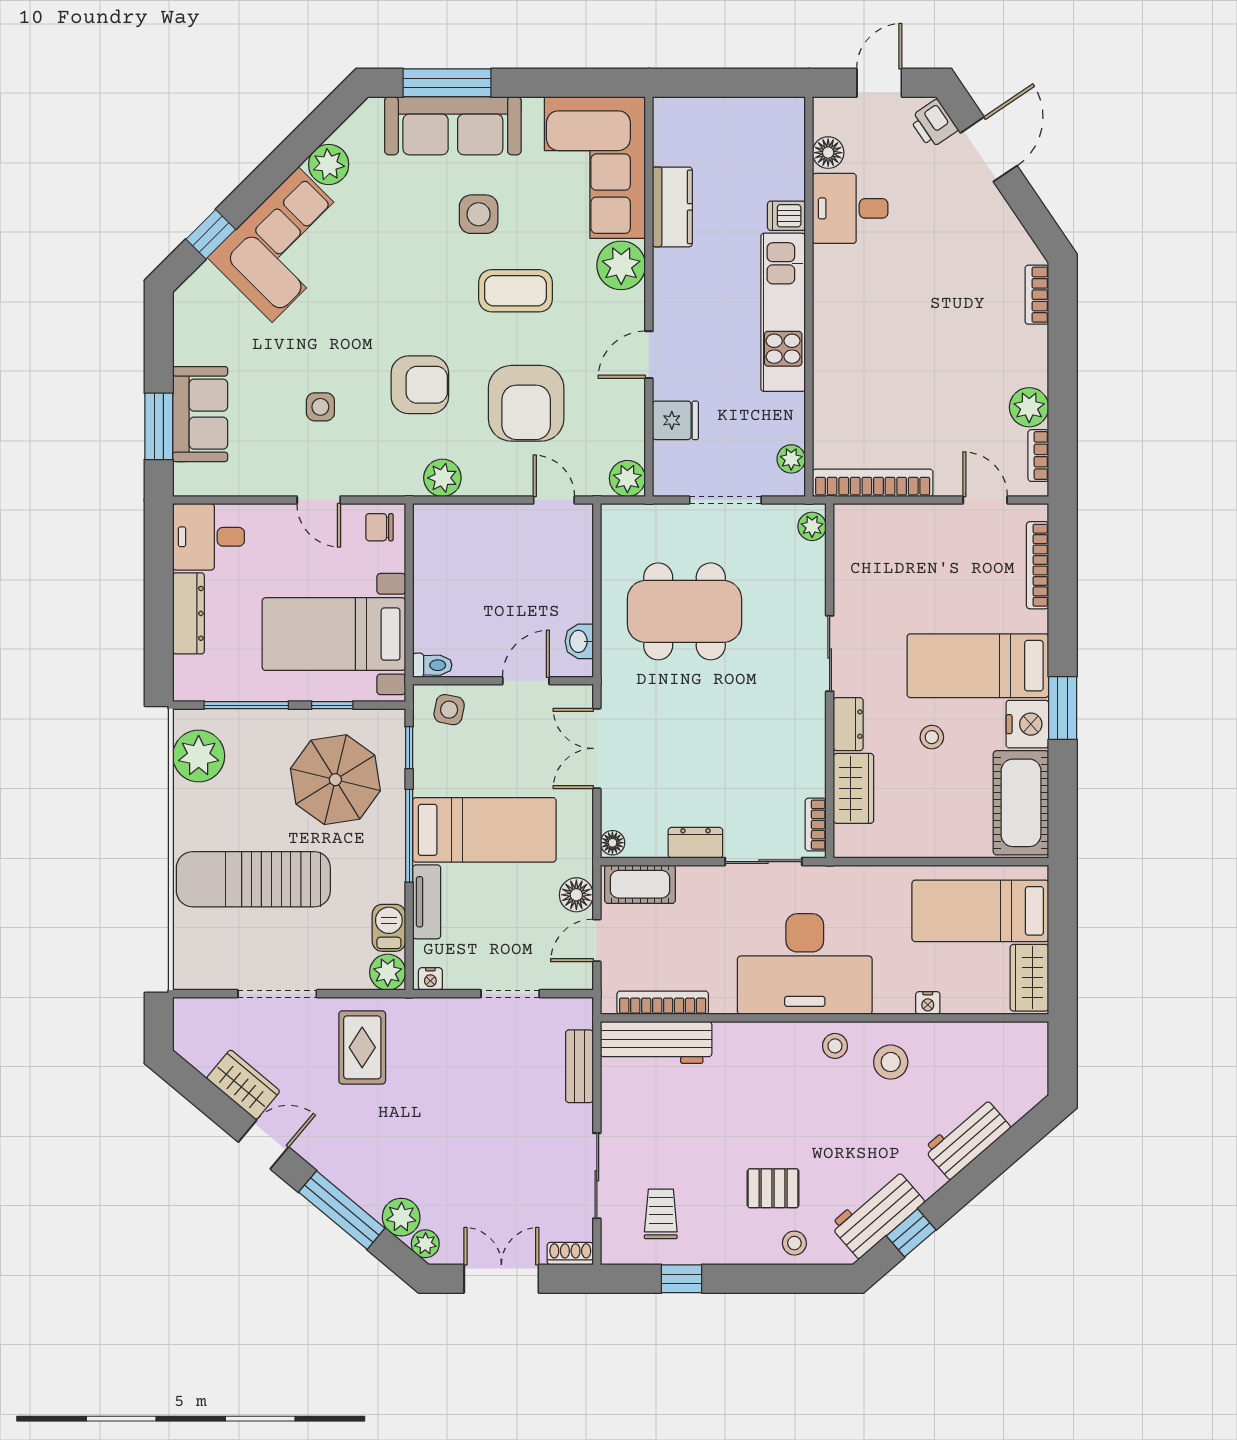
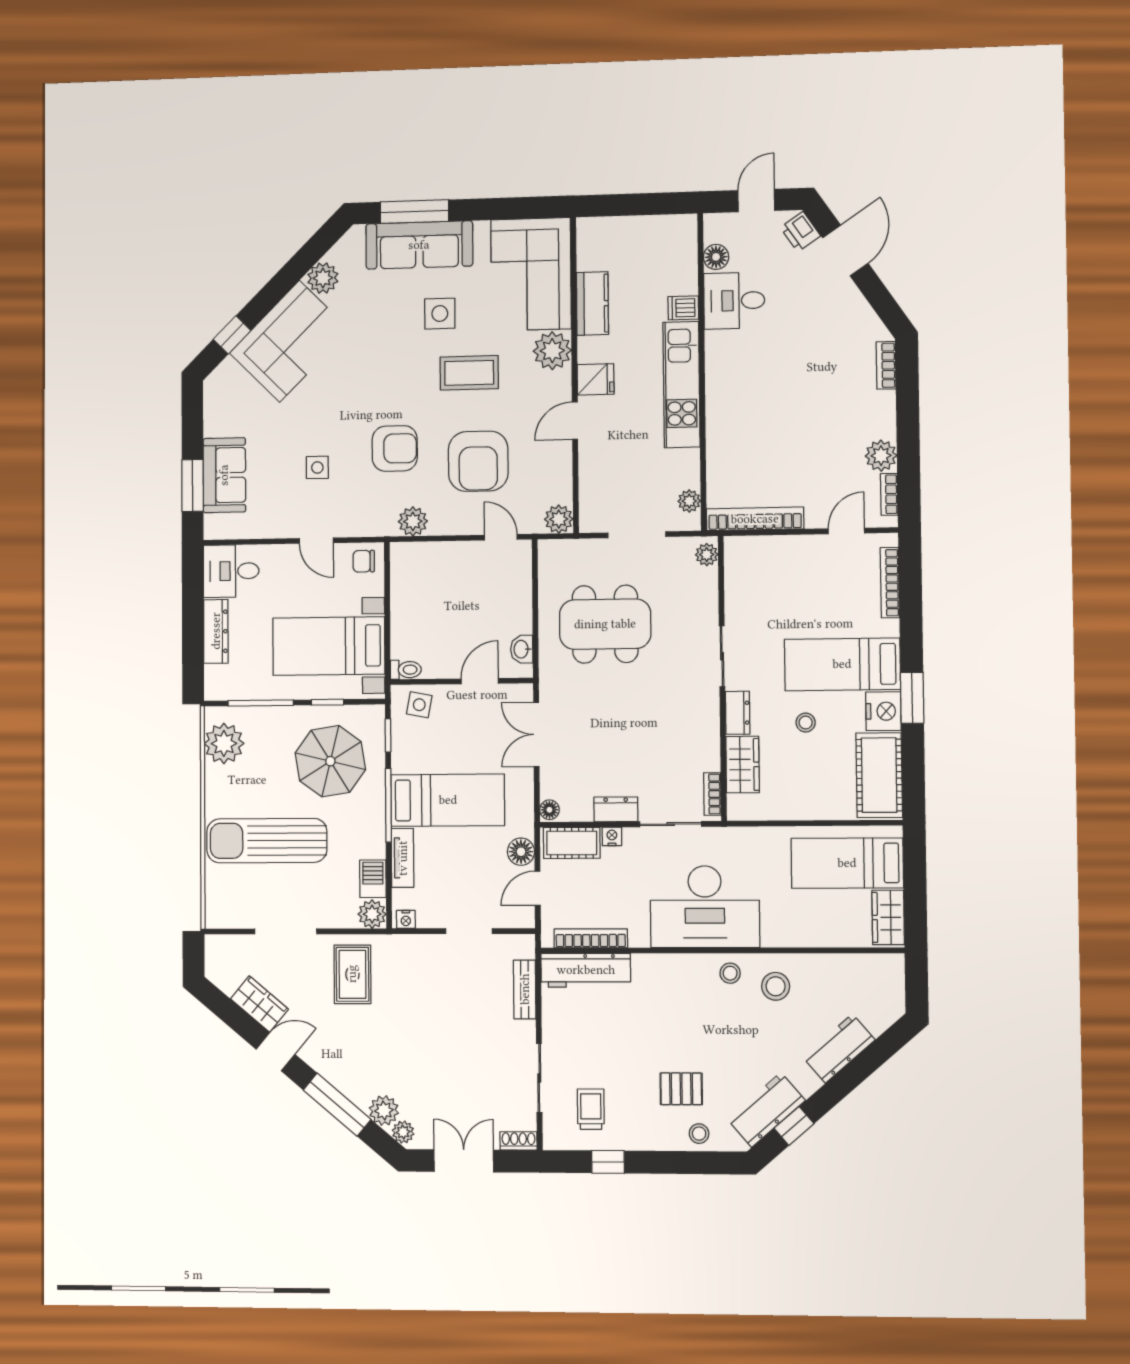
fridge: (675, 420) -> (596, 379), moved
door: (985, 500) -> (846, 531), hinge flipped
nightstand: (928, 1003) -> (612, 836), moved, turned 180

